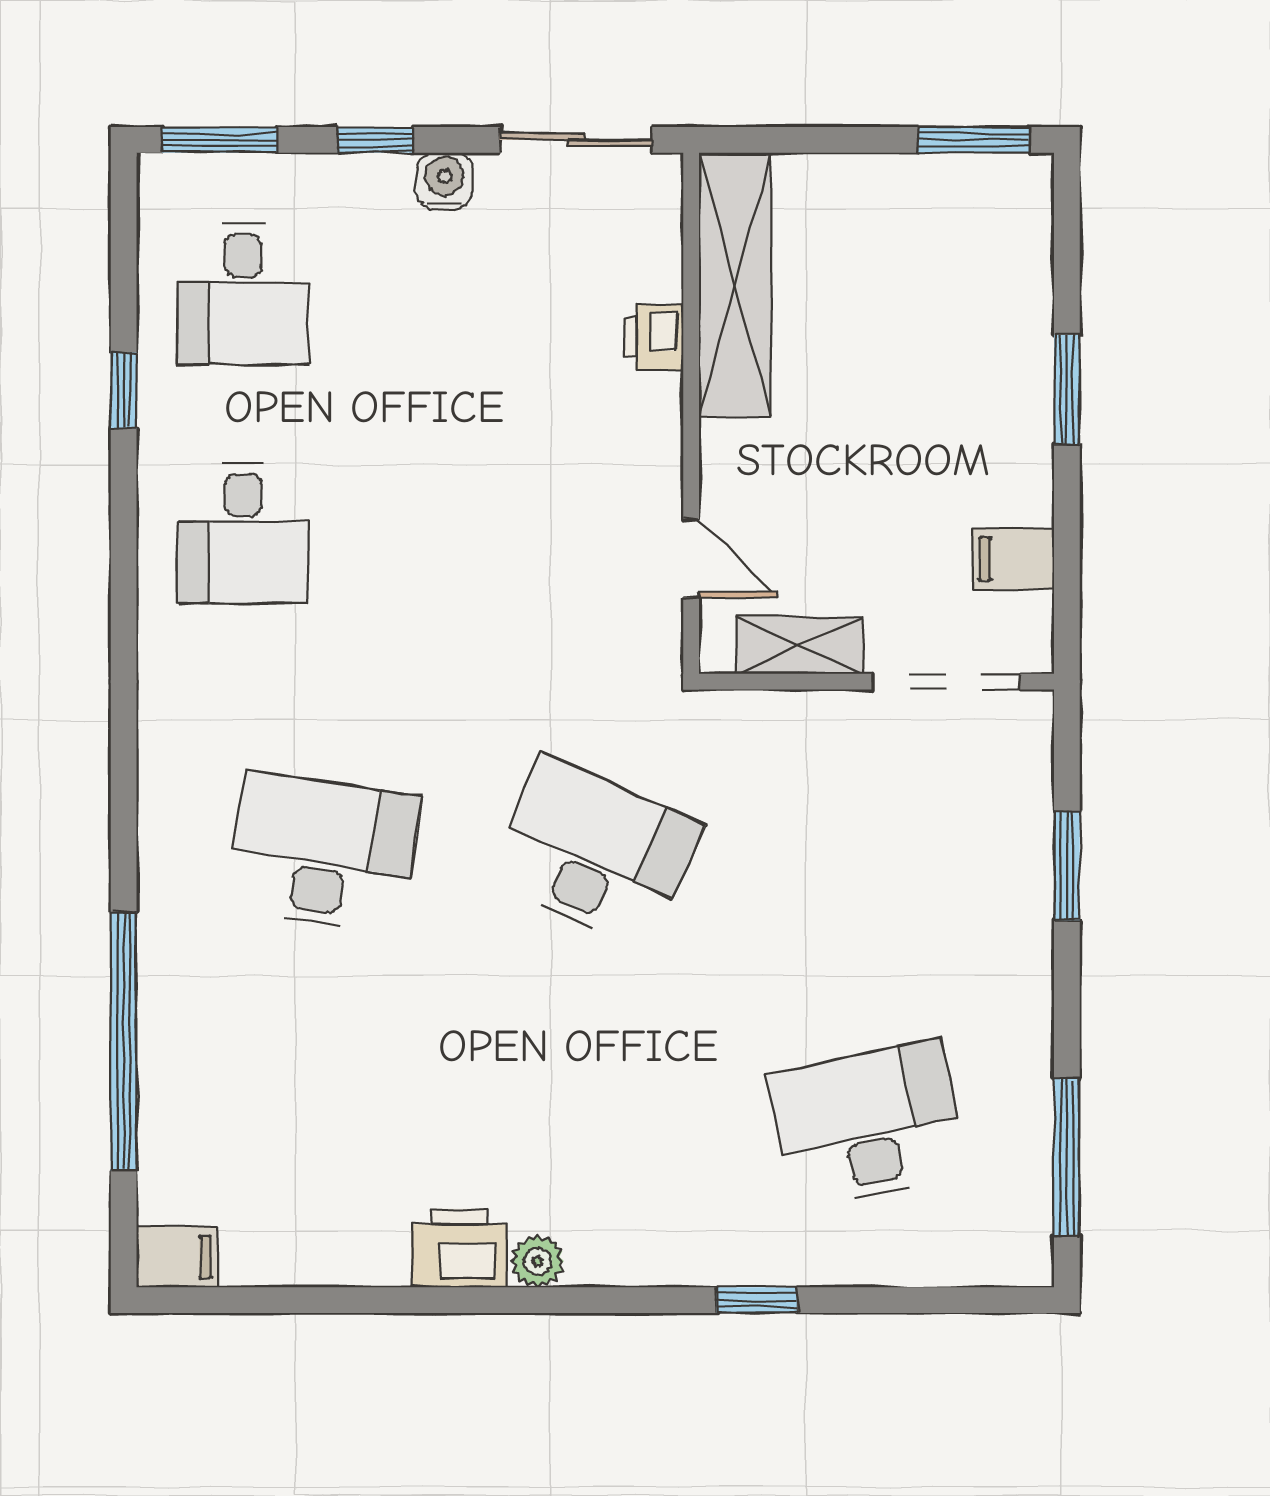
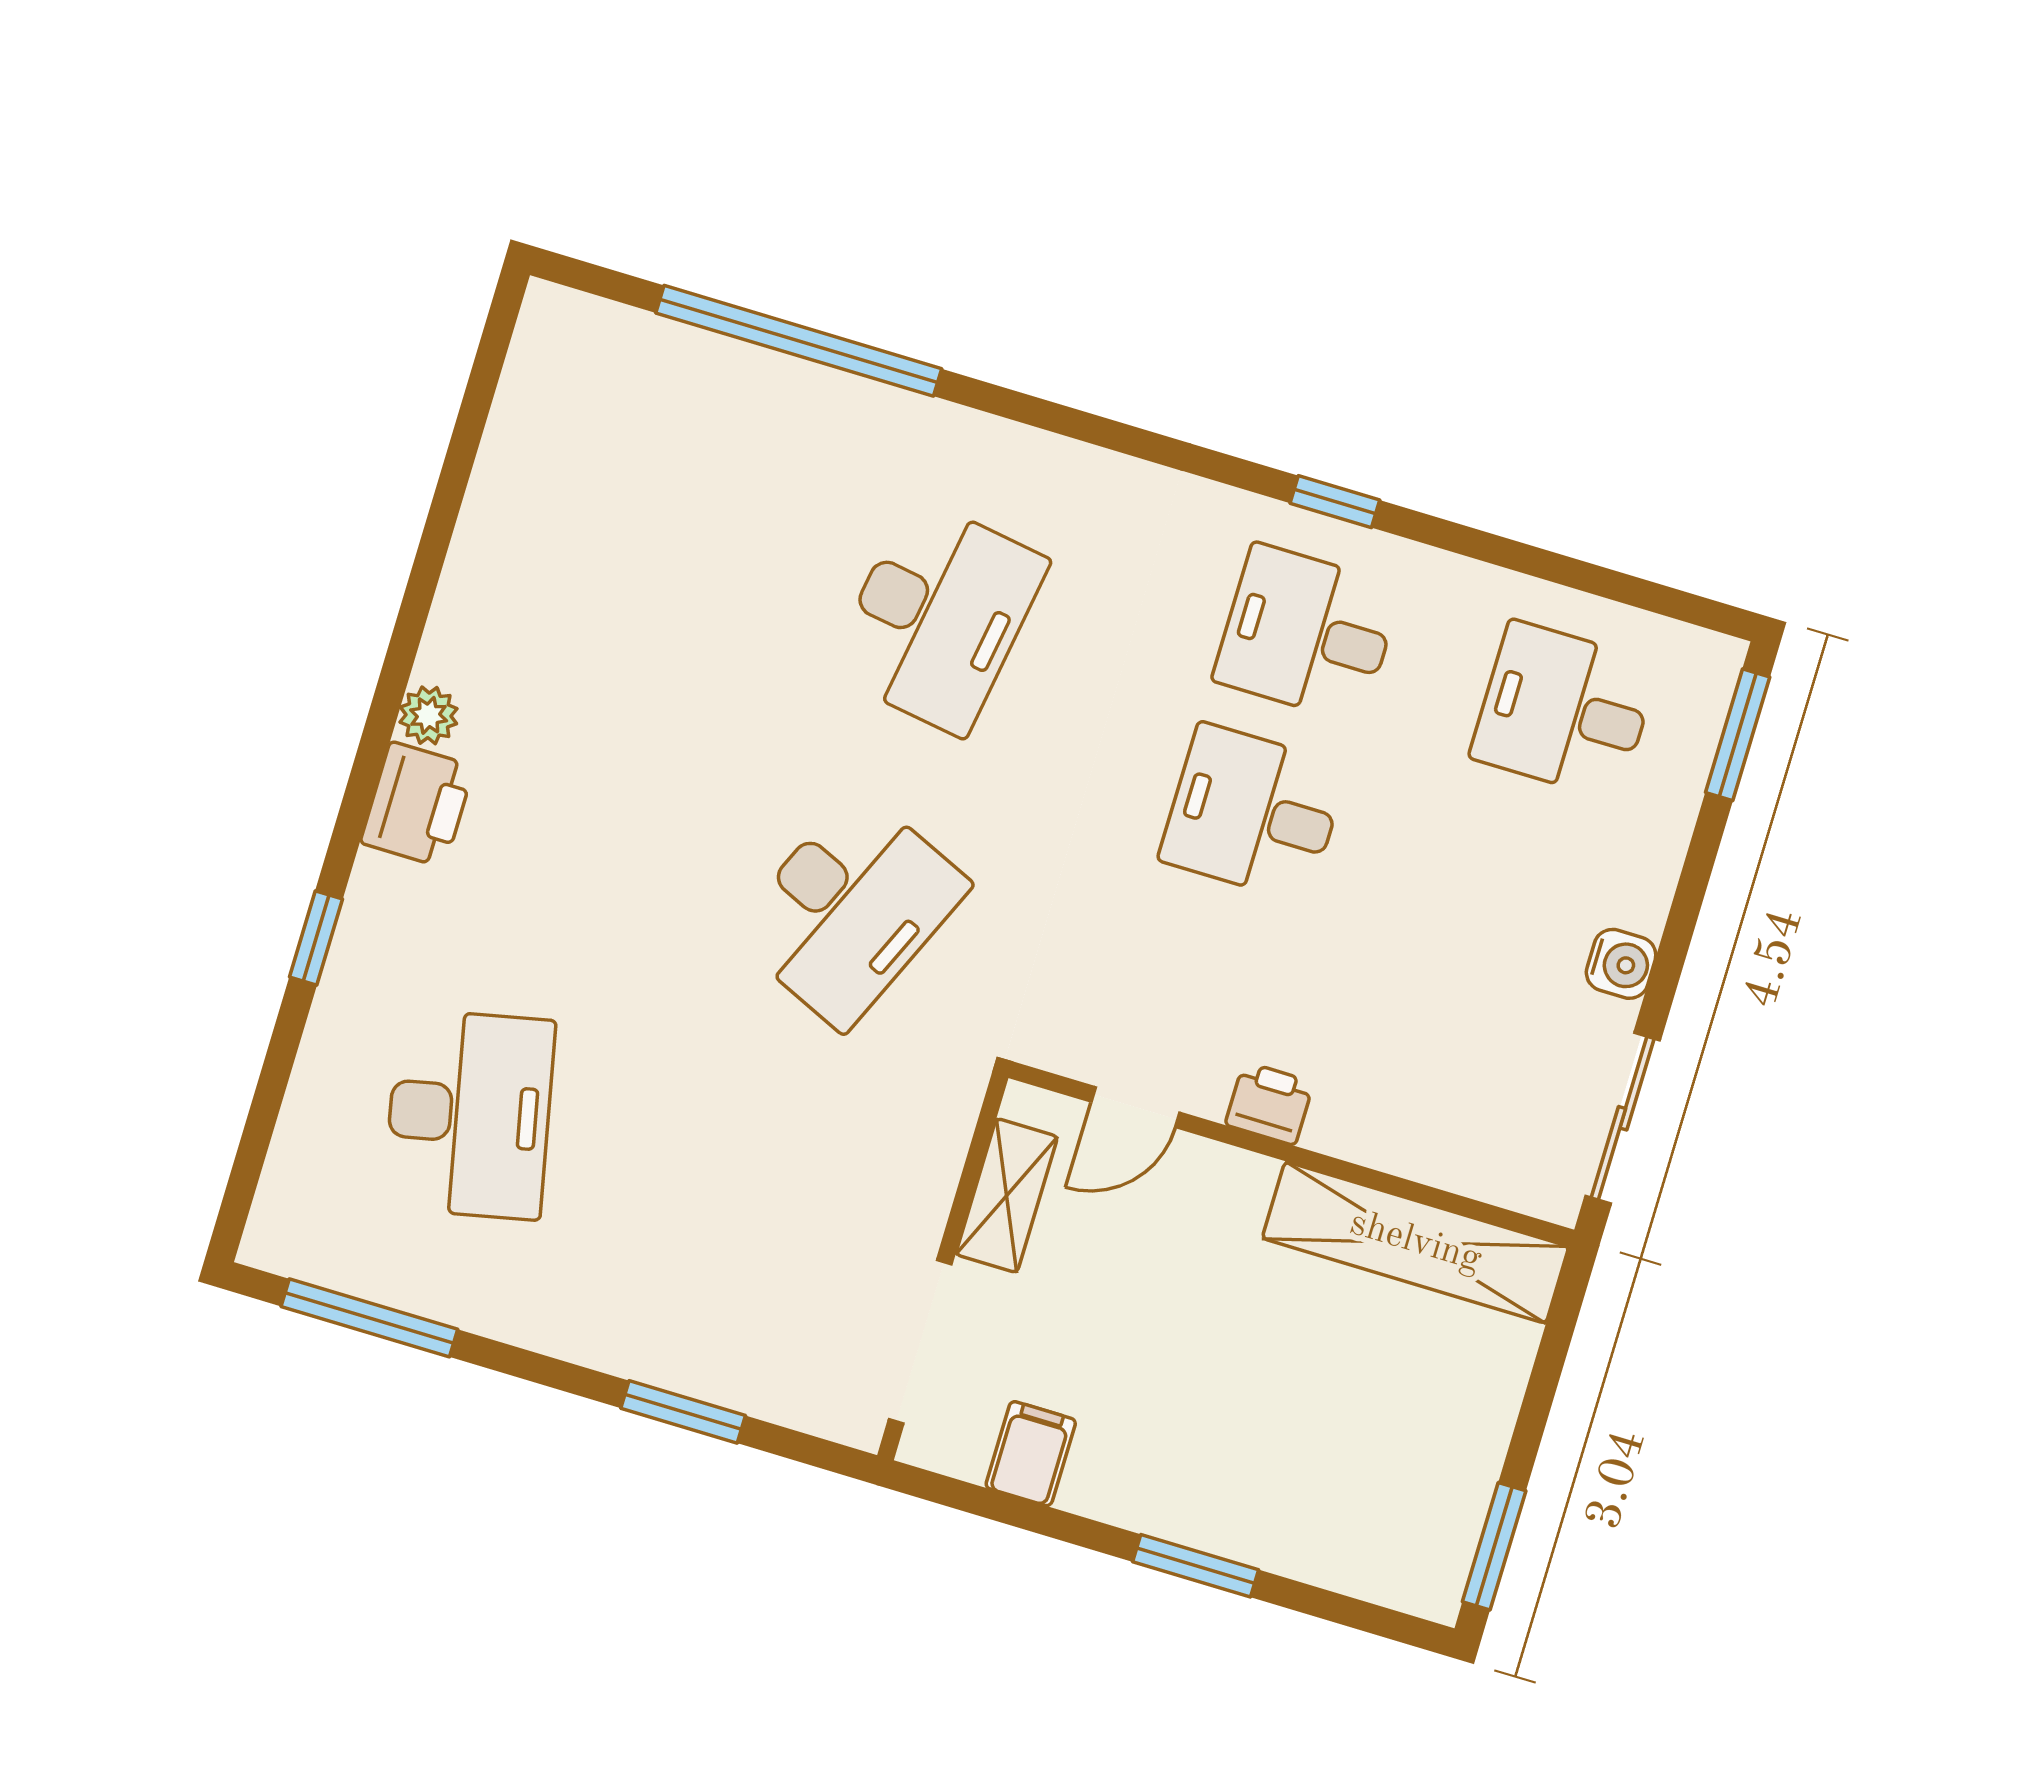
window: (375, 140) -> (1687, 902), removed
printer: (654, 338) -> (1269, 1103), moved
window: (124, 390) -> (1335, 502), moved
desk: (410, 533) -> (1253, 813), added
printer: (459, 1248) -> (417, 804), moved
filing cabinet: (177, 1257) -> (550, 329), removed

